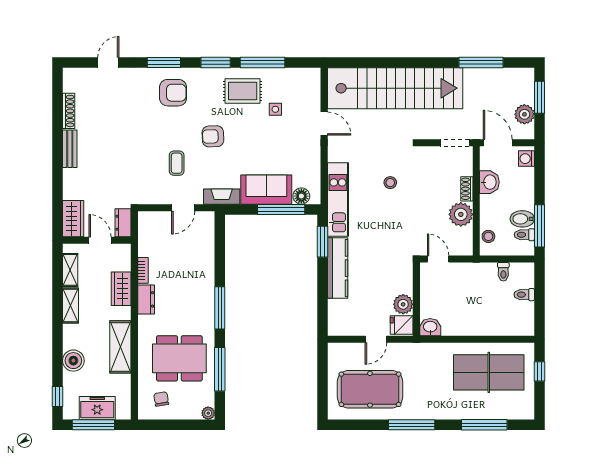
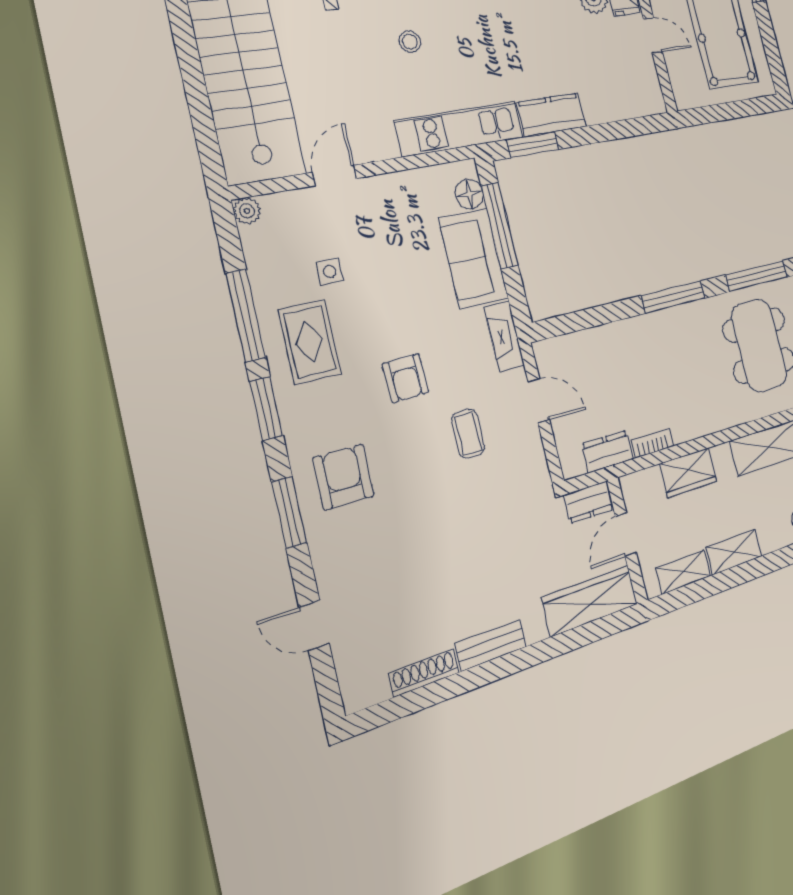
plant: (314, 74) -> (247, 211), added
coffee table: (177, 163) -> (468, 434), turned 90
wardrobe: (73, 219) -> (590, 601), width x1.50
kitchen counter: (338, 268) -> (552, 115), width x0.67
dresser: (146, 299) -> (608, 451), moved

